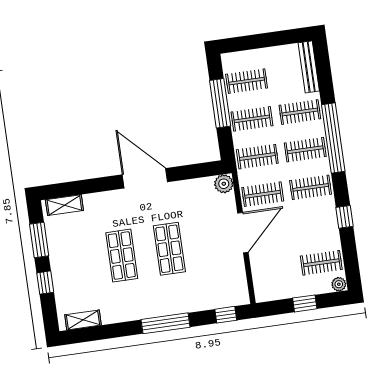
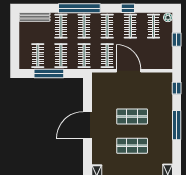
plant: (224, 184) -> (98, 78), removed
clothes rail: (316, 225) -> (130, 26), added

